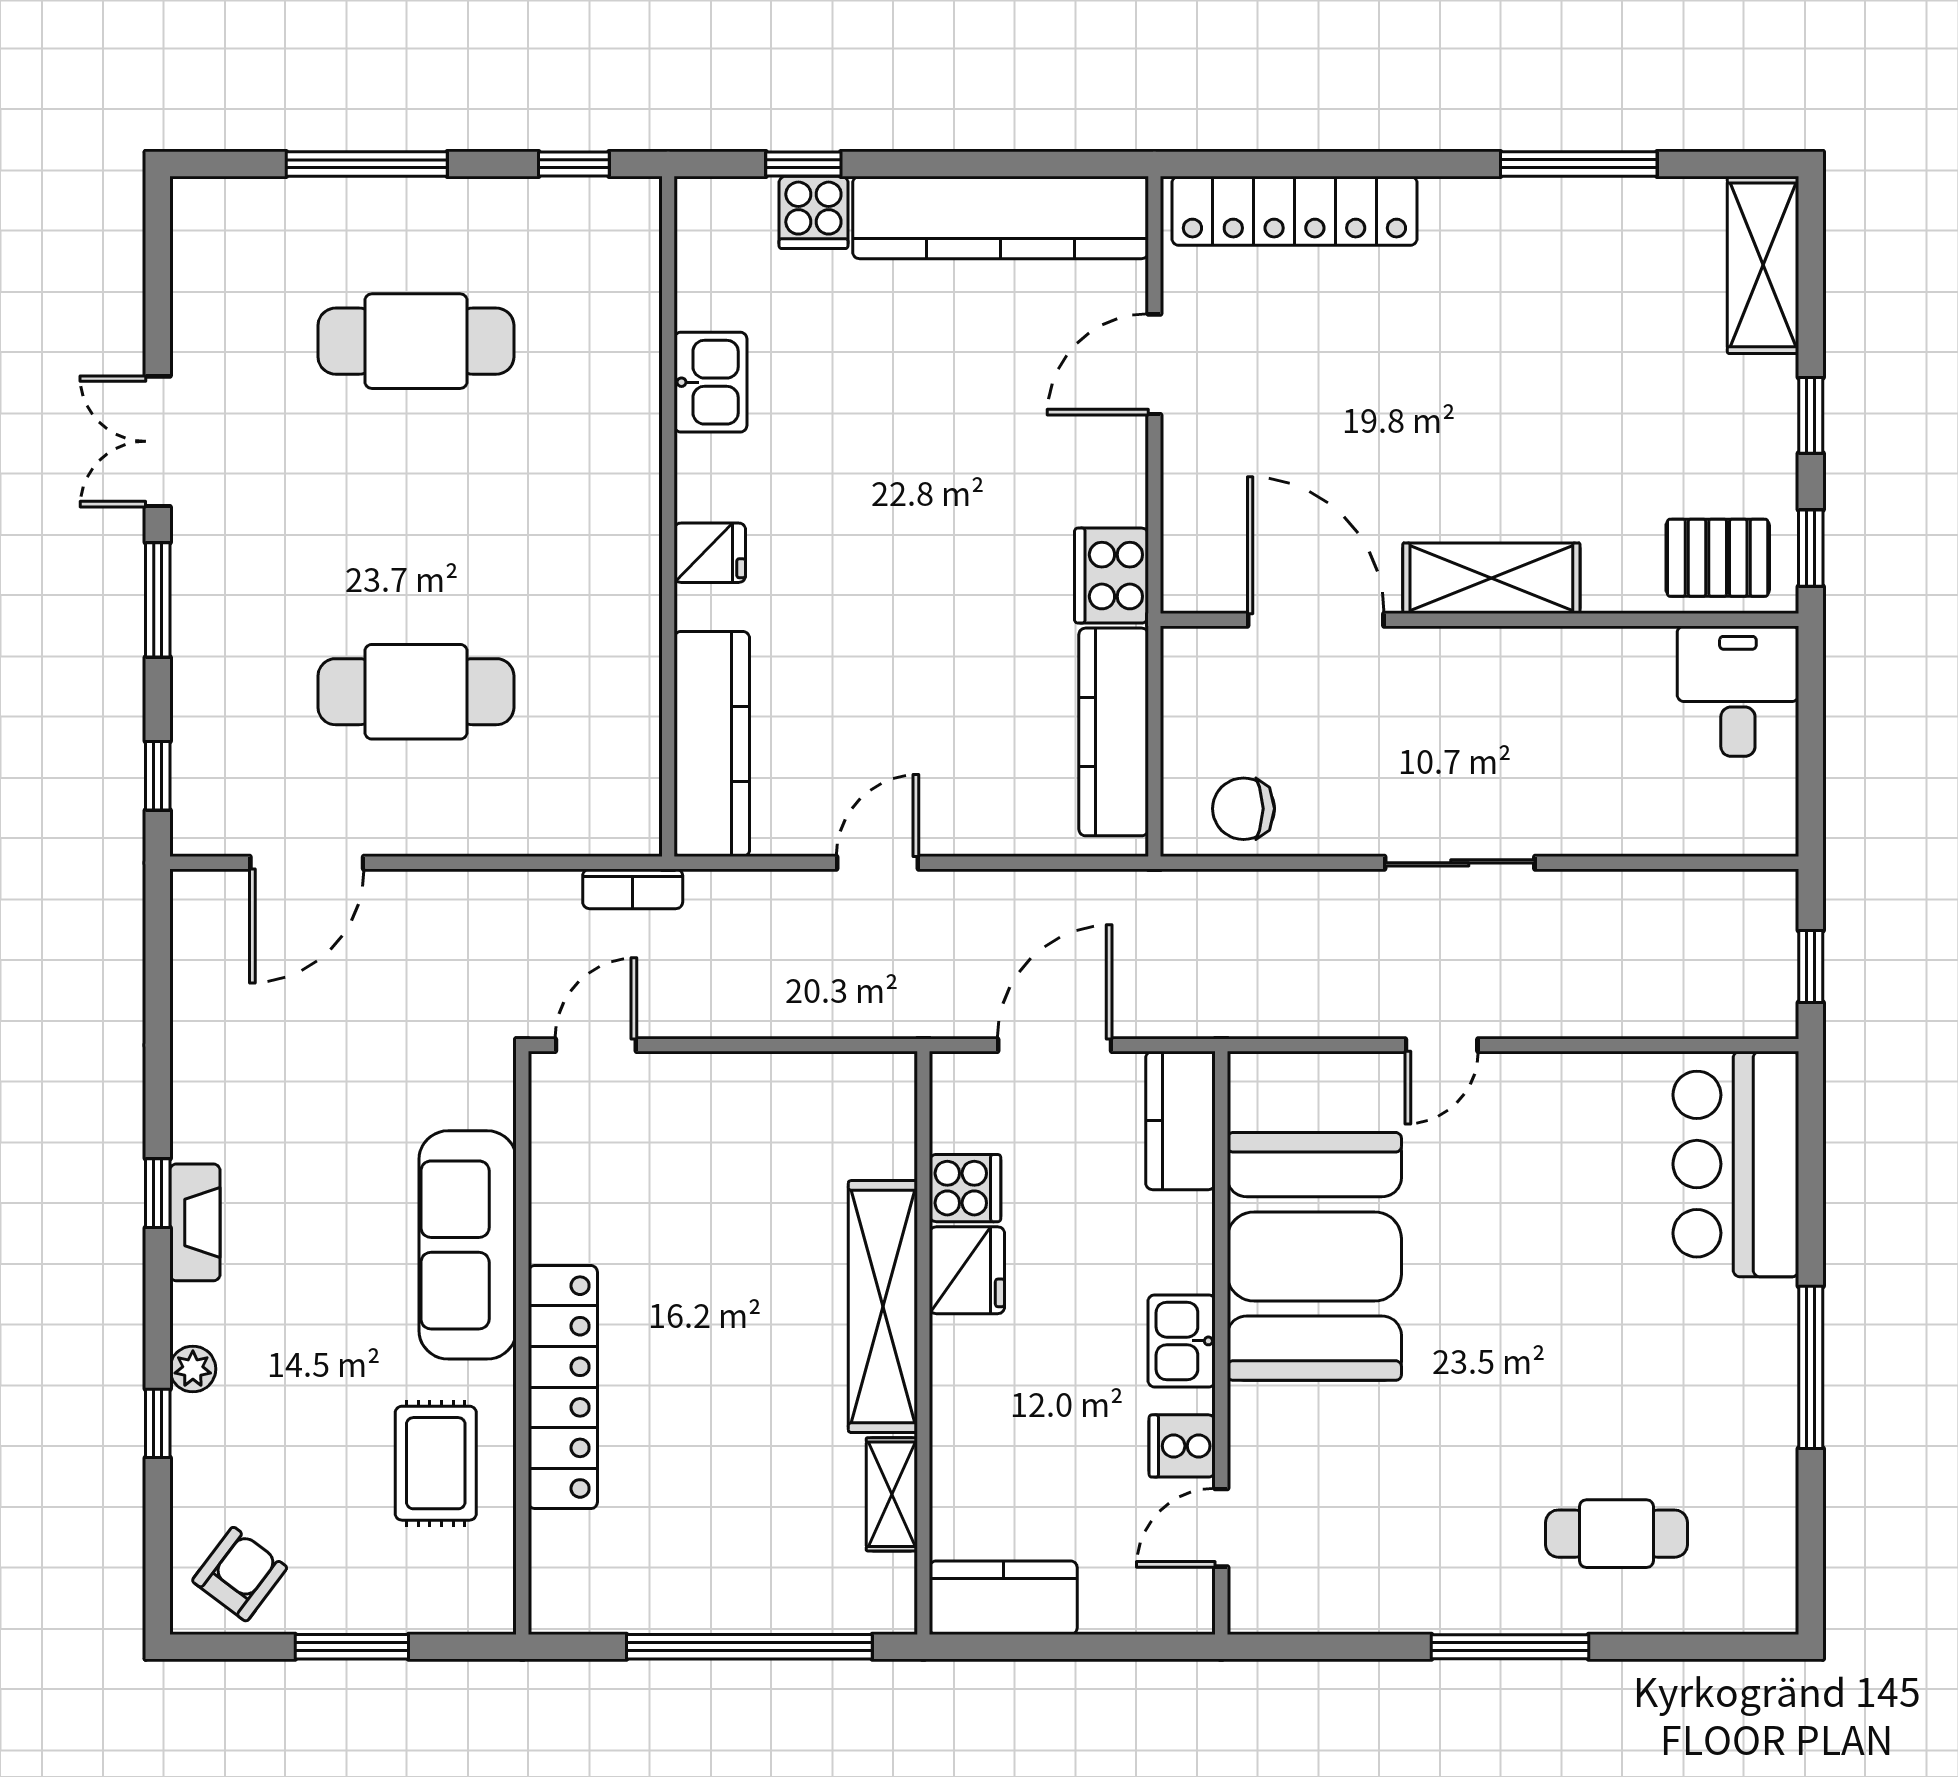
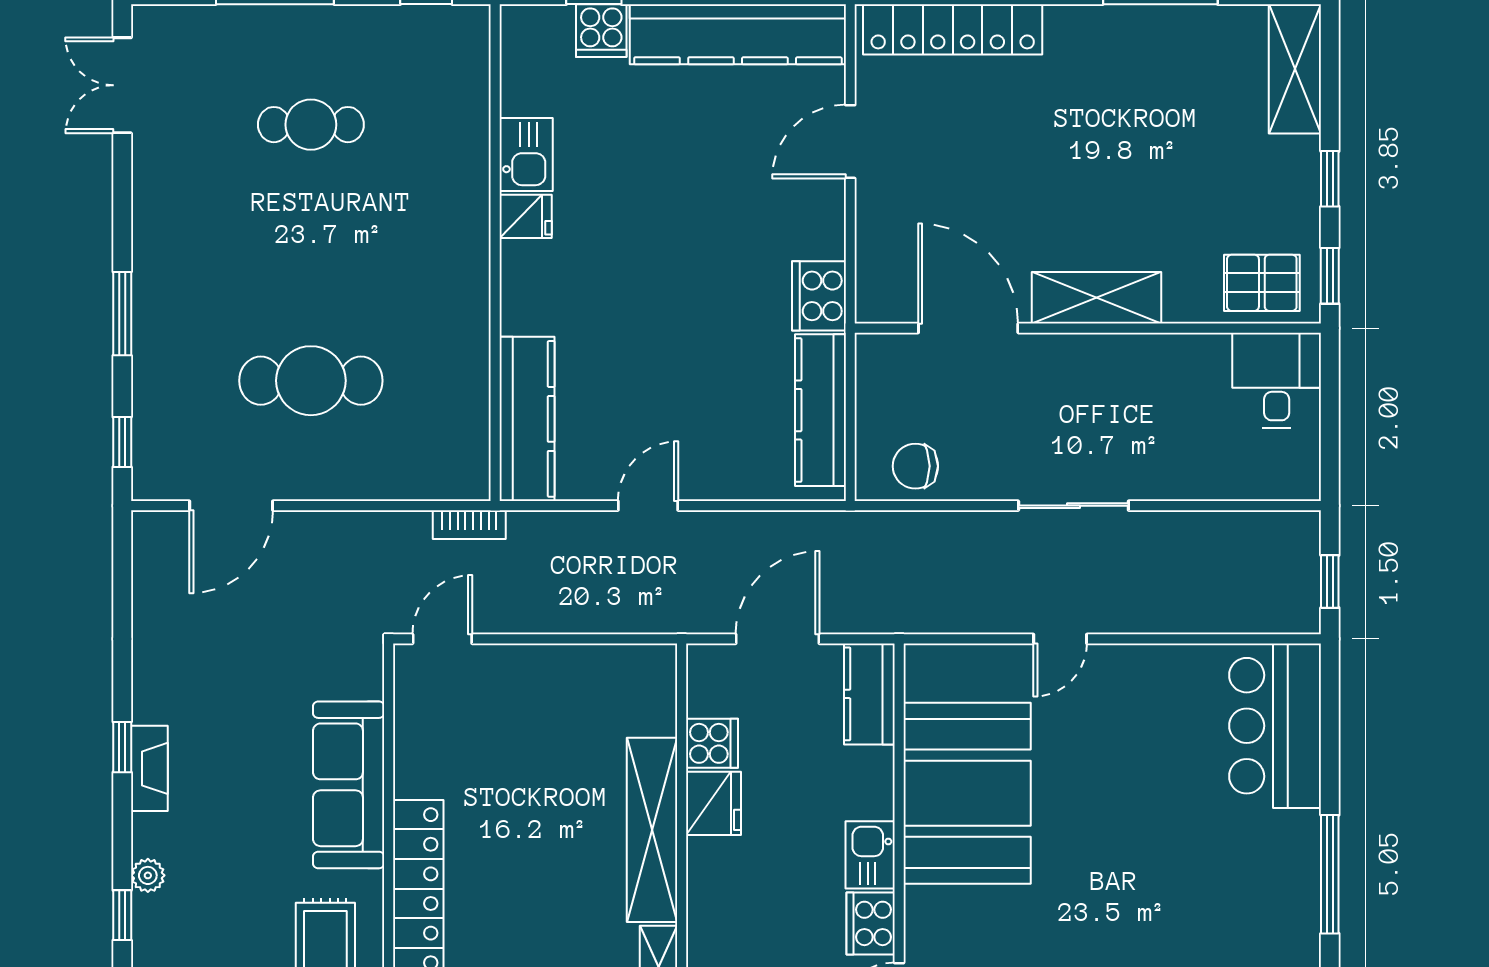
cafe table: (416, 341) -> (311, 125), width x0.73, depth x0.74
double door: (158, 441) -> (122, 85), moved
fridge: (710, 553) -> (526, 216), moved
cooker: (1182, 1446) -> (871, 923), width x1.36

